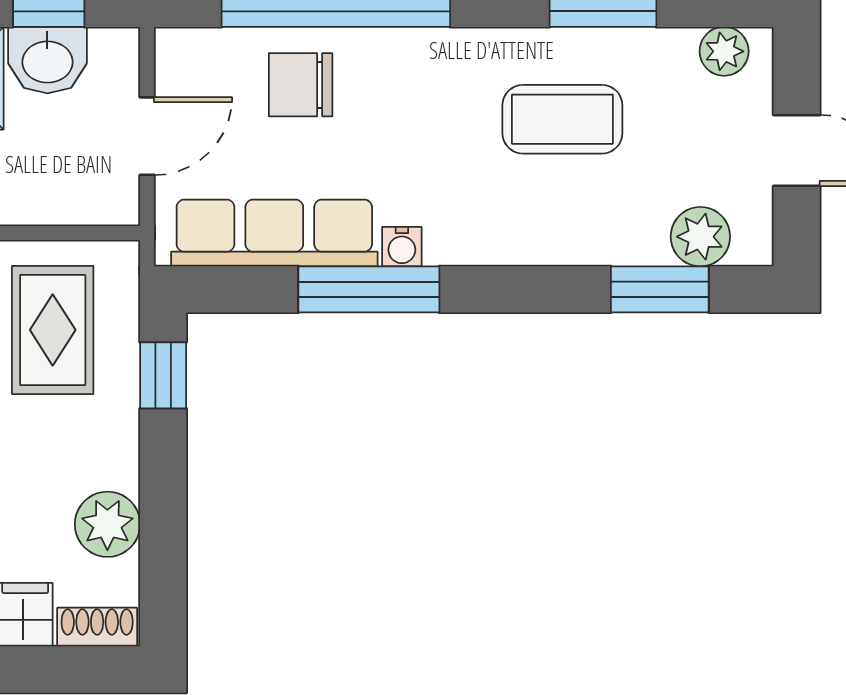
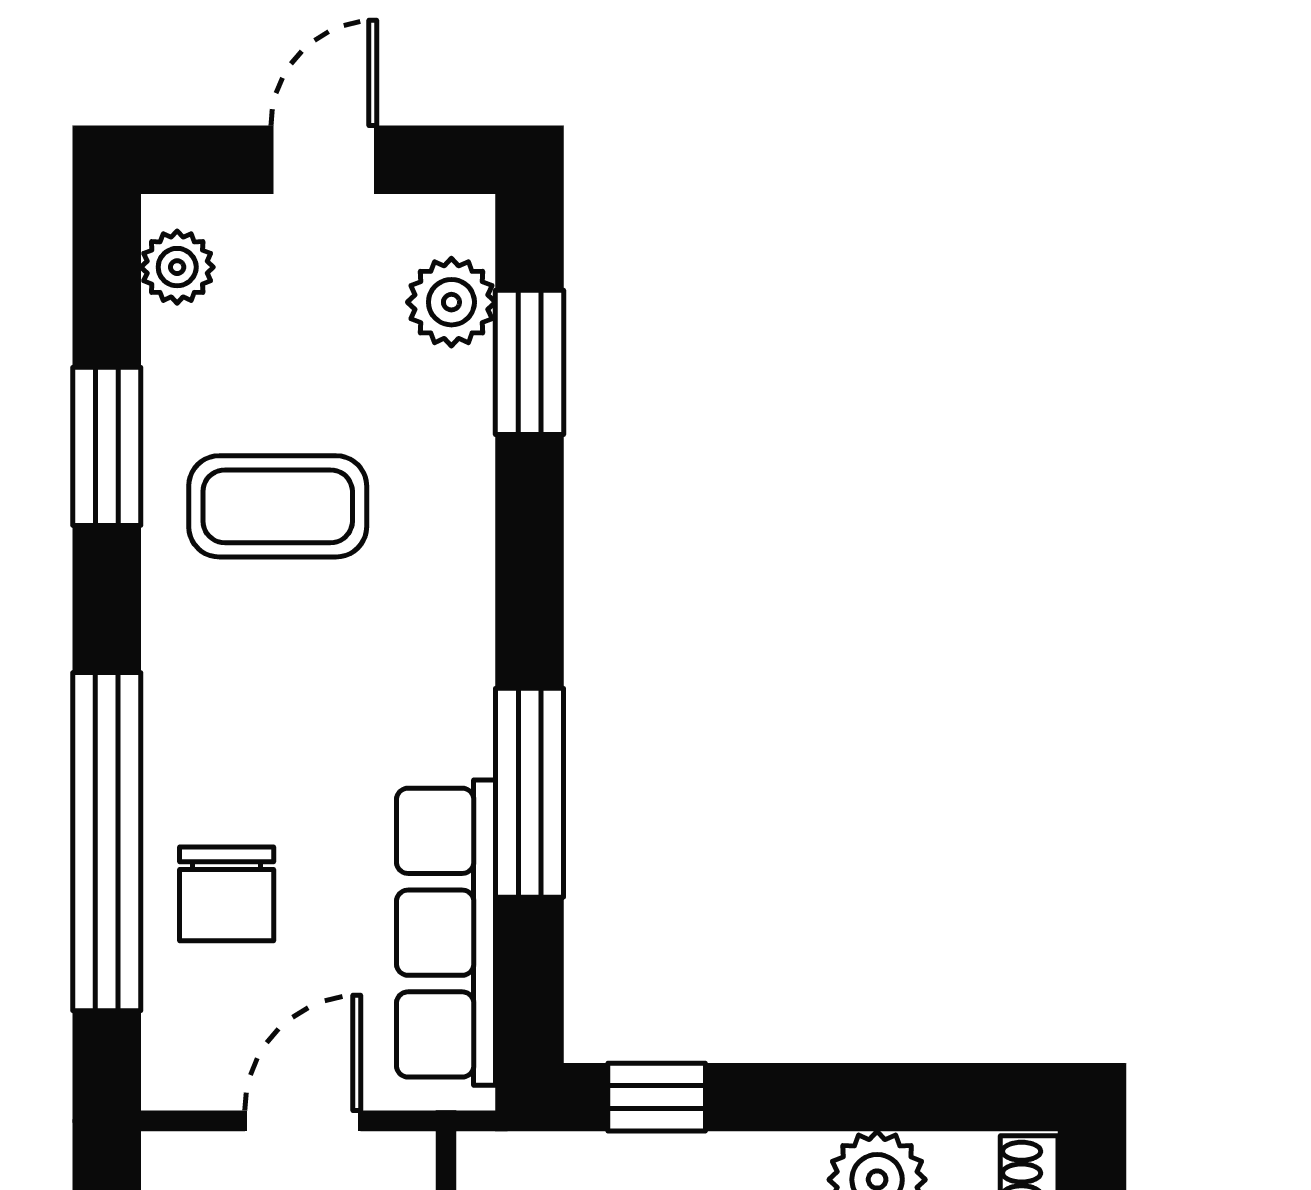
coffee table: (562, 119) -> (278, 506), turned 90
door: (147, 136) -> (303, 1121), hinge flipped
water cooler: (402, 247) -> (466, 744), removed

